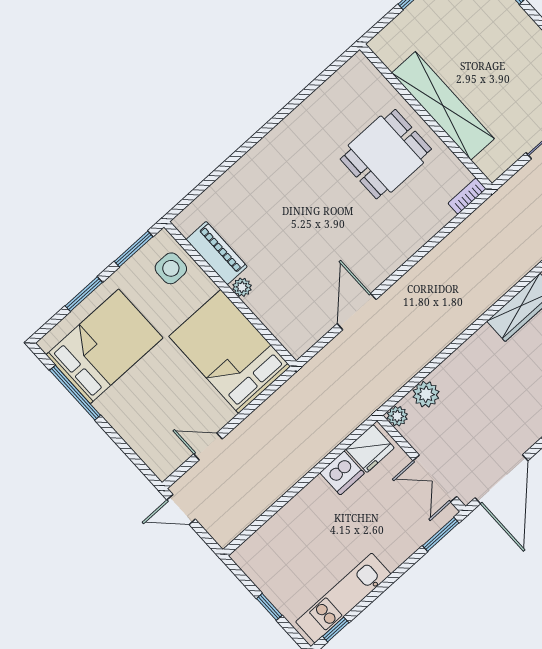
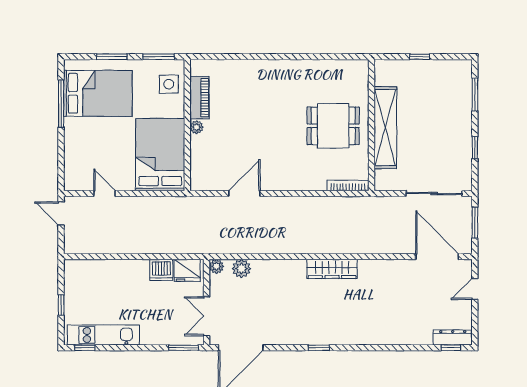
bookcase: (467, 196) -> (348, 186), width x1.56

